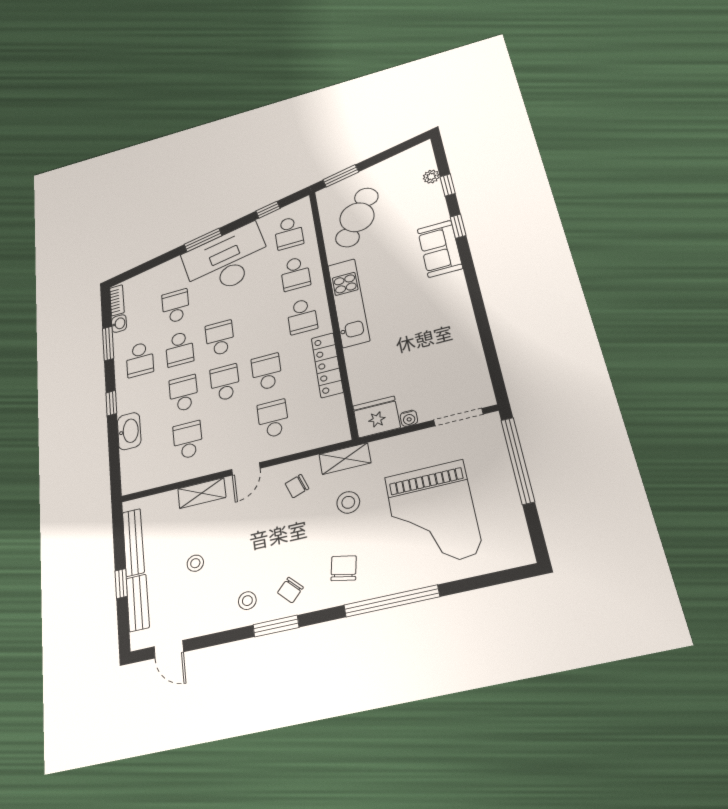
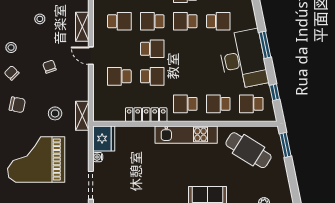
school desk: (220, 338) -> (185, 49), removed
school desk: (184, 393) -> (152, 21), turned 180
school desk: (273, 419) -> (119, 76), turned 180
chair: (297, 486) -> (49, 67), moved

